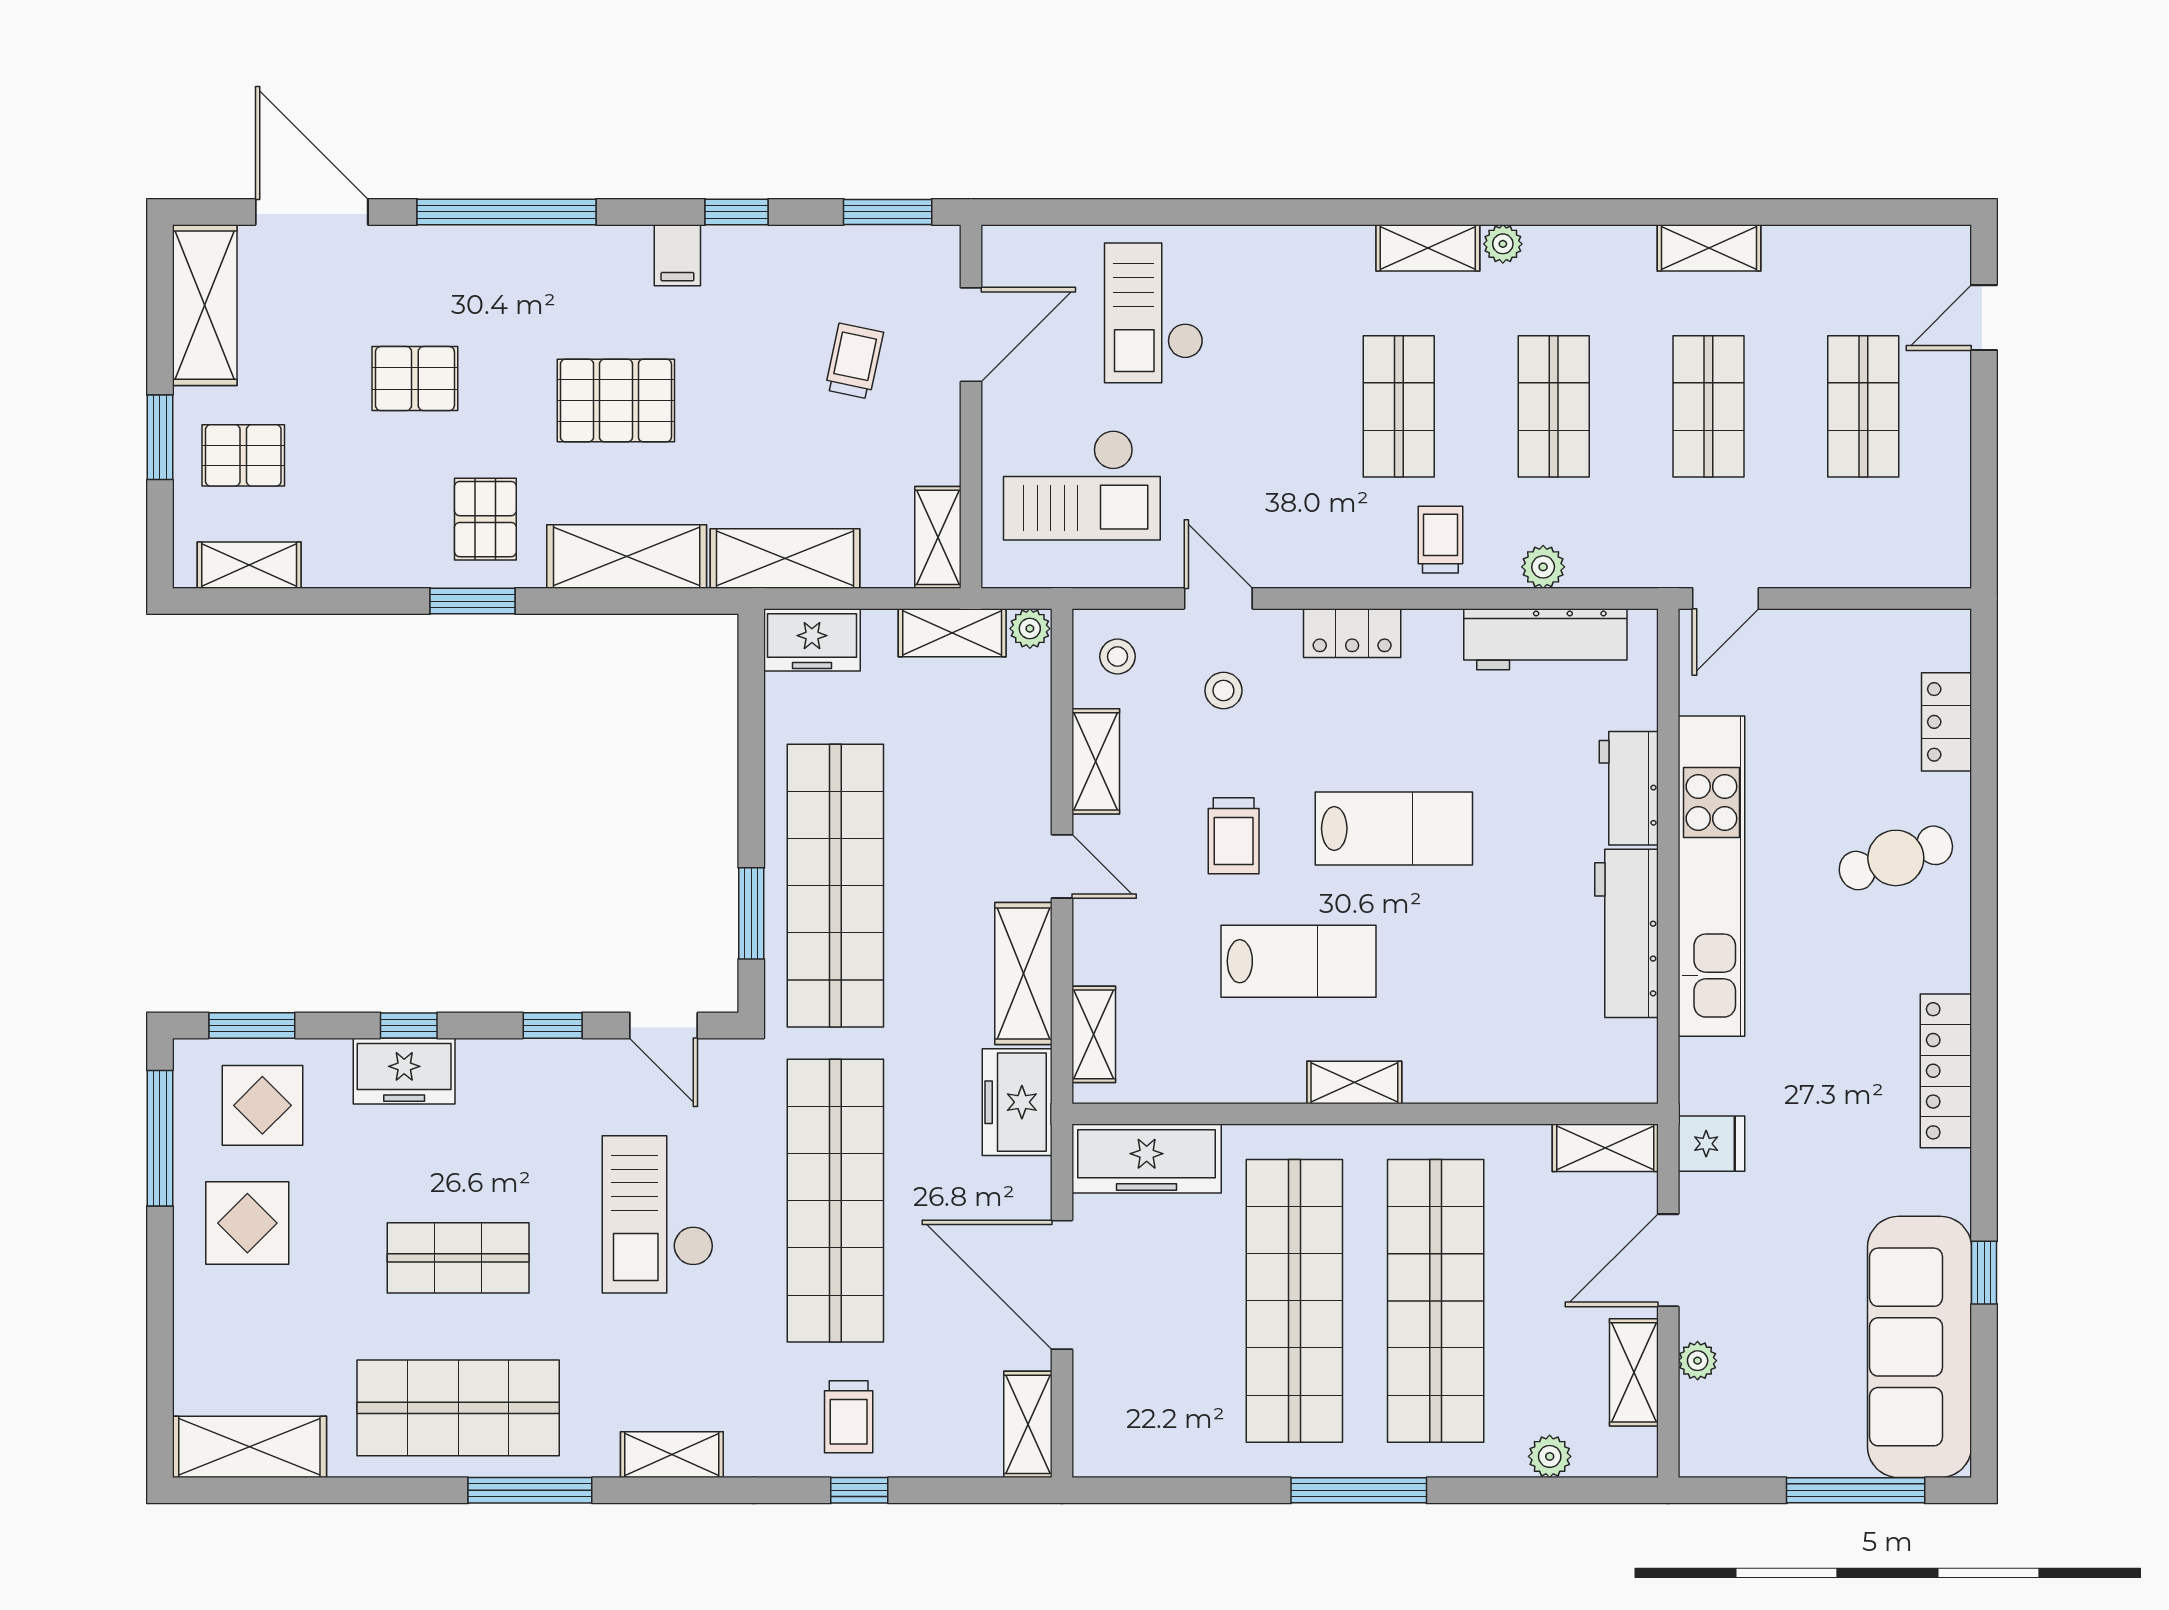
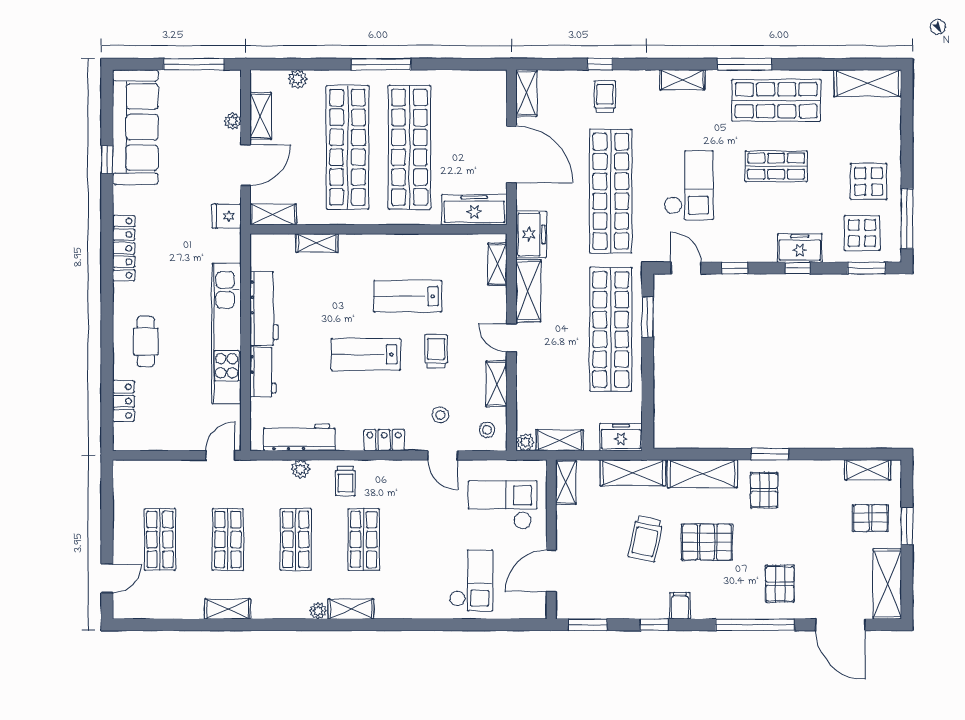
trolley: (854, 361) -> (646, 539), moved, width x1.36, depth x1.39
pallet: (415, 379) -> (780, 584), moved, turned 90
cafe table: (1896, 858) -> (146, 341), turned -72
shelving: (1354, 1082) -> (317, 243), moved
window: (1856, 1490) -> (194, 64), moved

